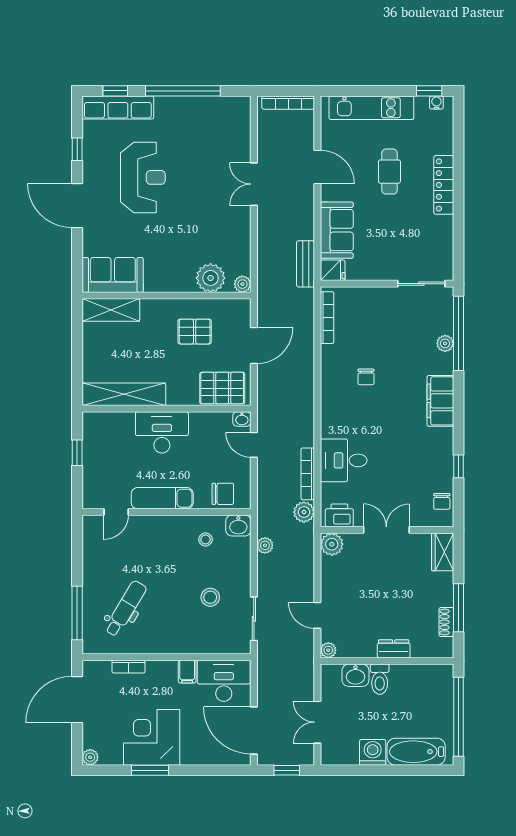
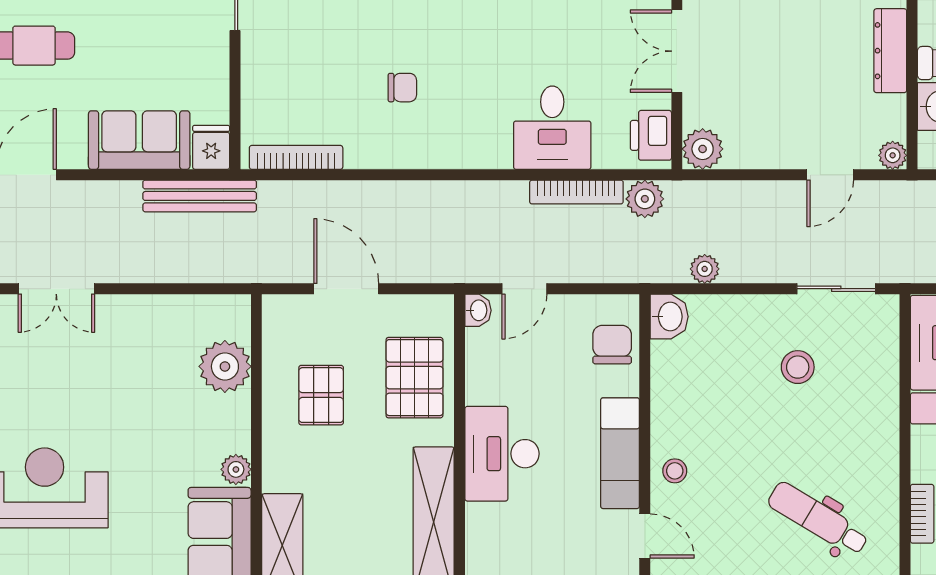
bench: (306, 264) -> (200, 196), width x1.36
plant: (242, 284) -> (236, 469), moved
pallet: (222, 388) -> (414, 378), moved
stool: (205, 539) -> (675, 471), moved
dresser: (394, 649) -> (890, 51), width x1.44

